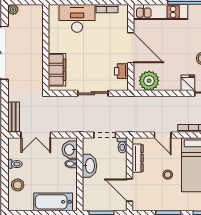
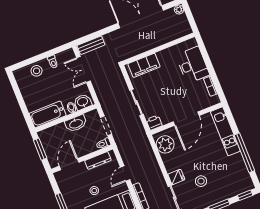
printer: (121, 71) -> (154, 123), moved
bathtub: (53, 202) -> (48, 114), moved, turned -90

